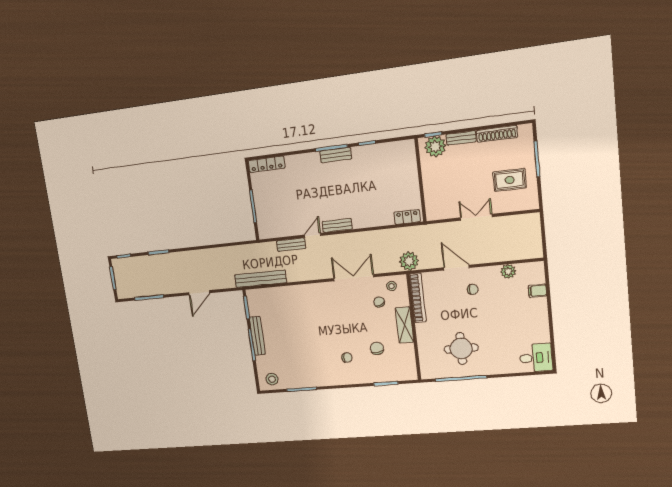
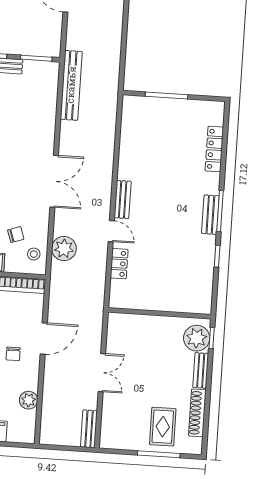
locker: (266, 164) -> (214, 149), moved
rug: (510, 180) -> (163, 427), moved
locker: (407, 217) -> (119, 264), moved
door: (313, 235) -> (111, 231), moved
bench: (291, 245) -> (89, 429), moved
plant: (409, 261) -> (64, 249), moved
double door: (354, 278) -> (54, 181), moved

